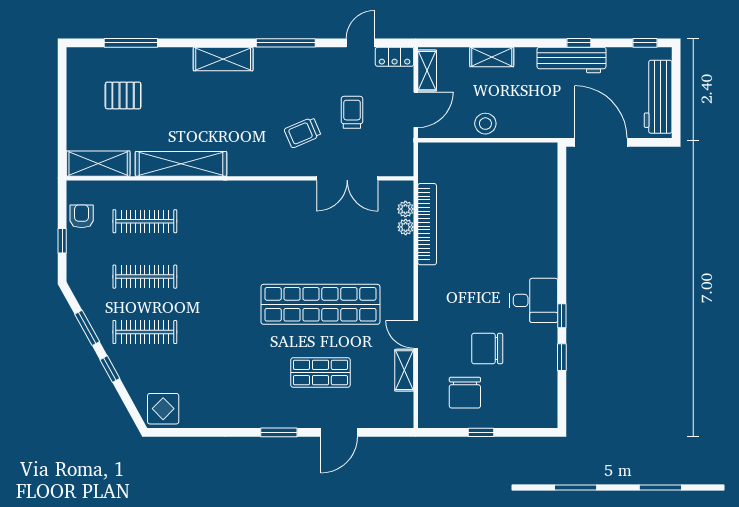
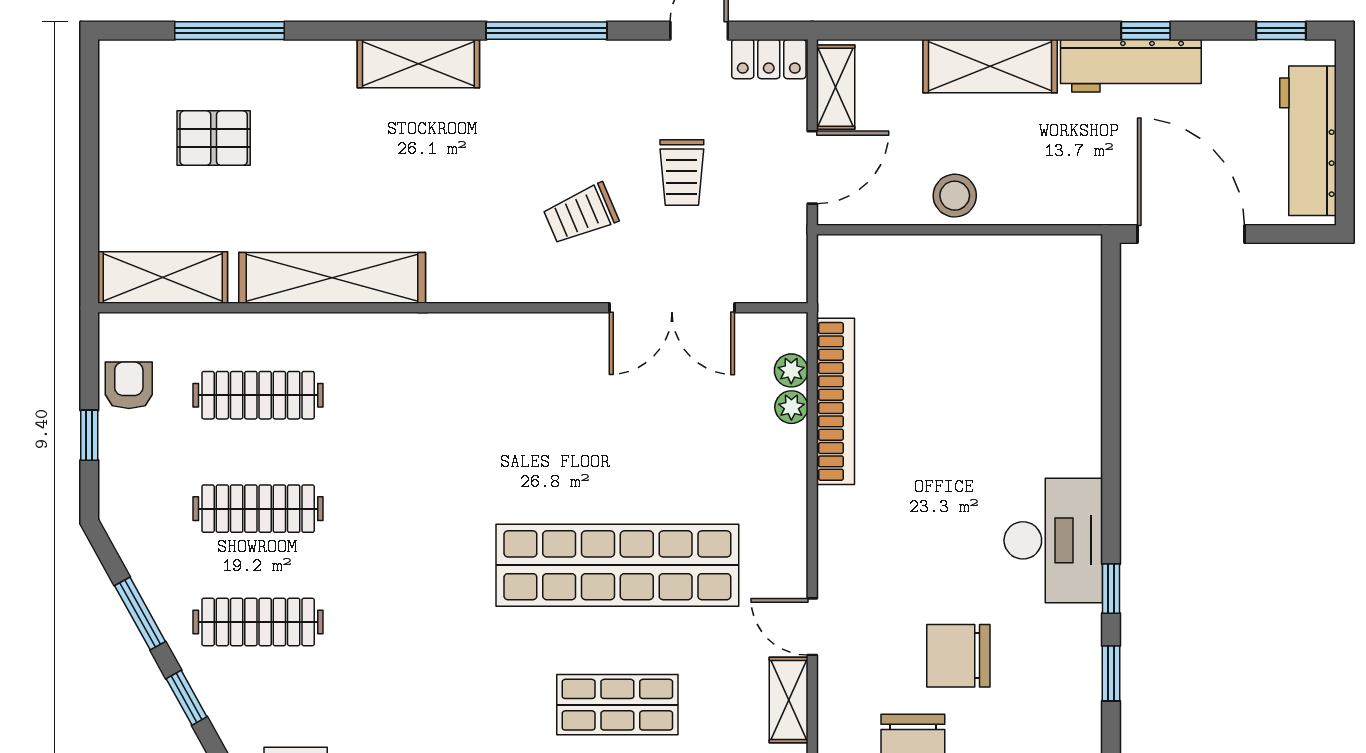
shelving: (492, 57) -> (990, 66), width x1.50, depth x1.33
trolley: (352, 112) -> (682, 173), turned 180
desk: (534, 300) -> (1053, 540), width x1.37

